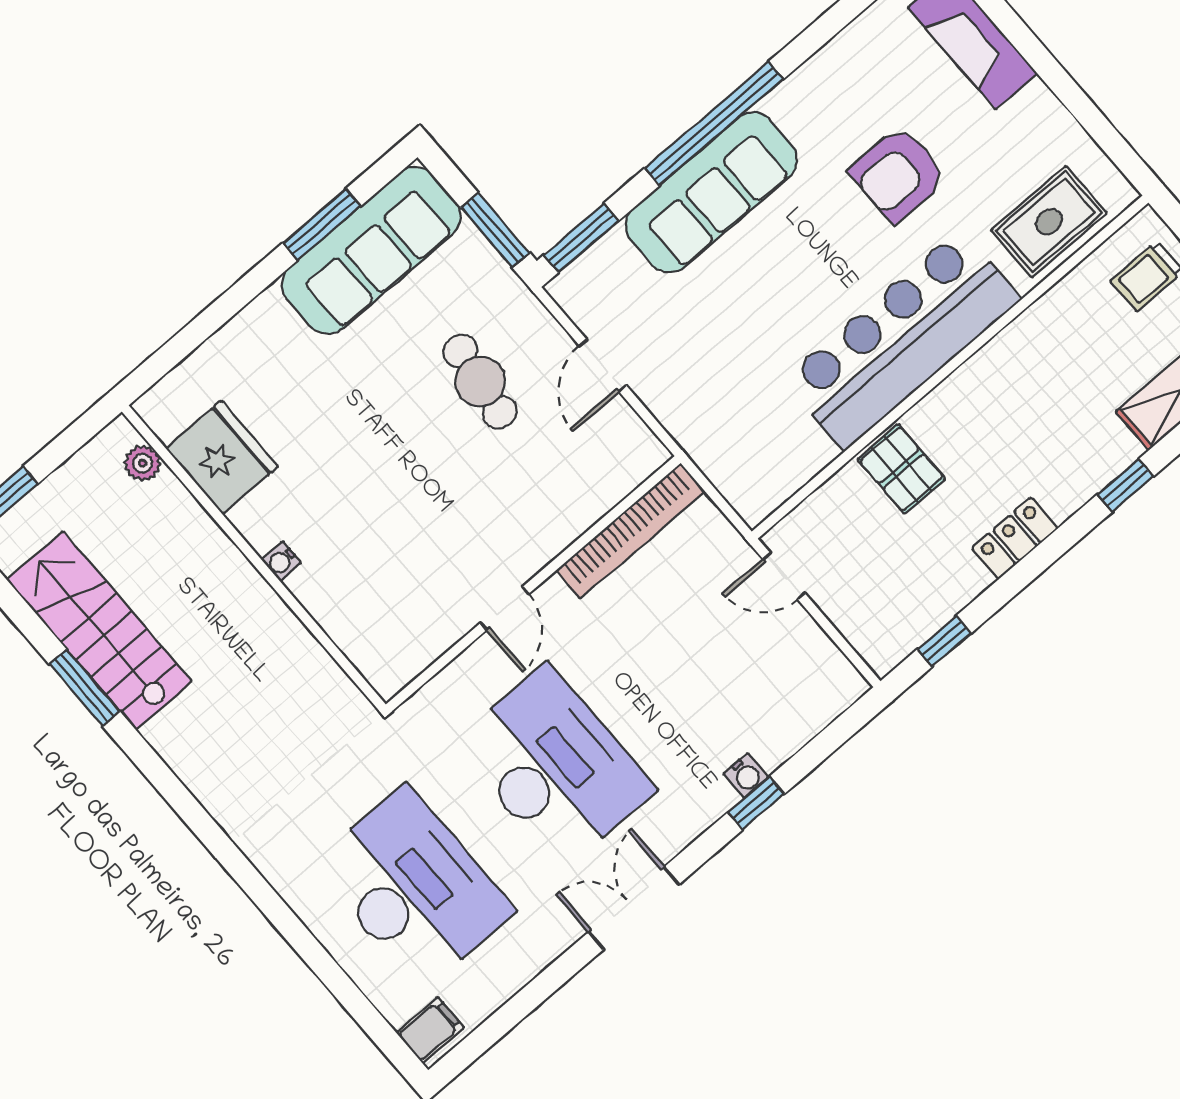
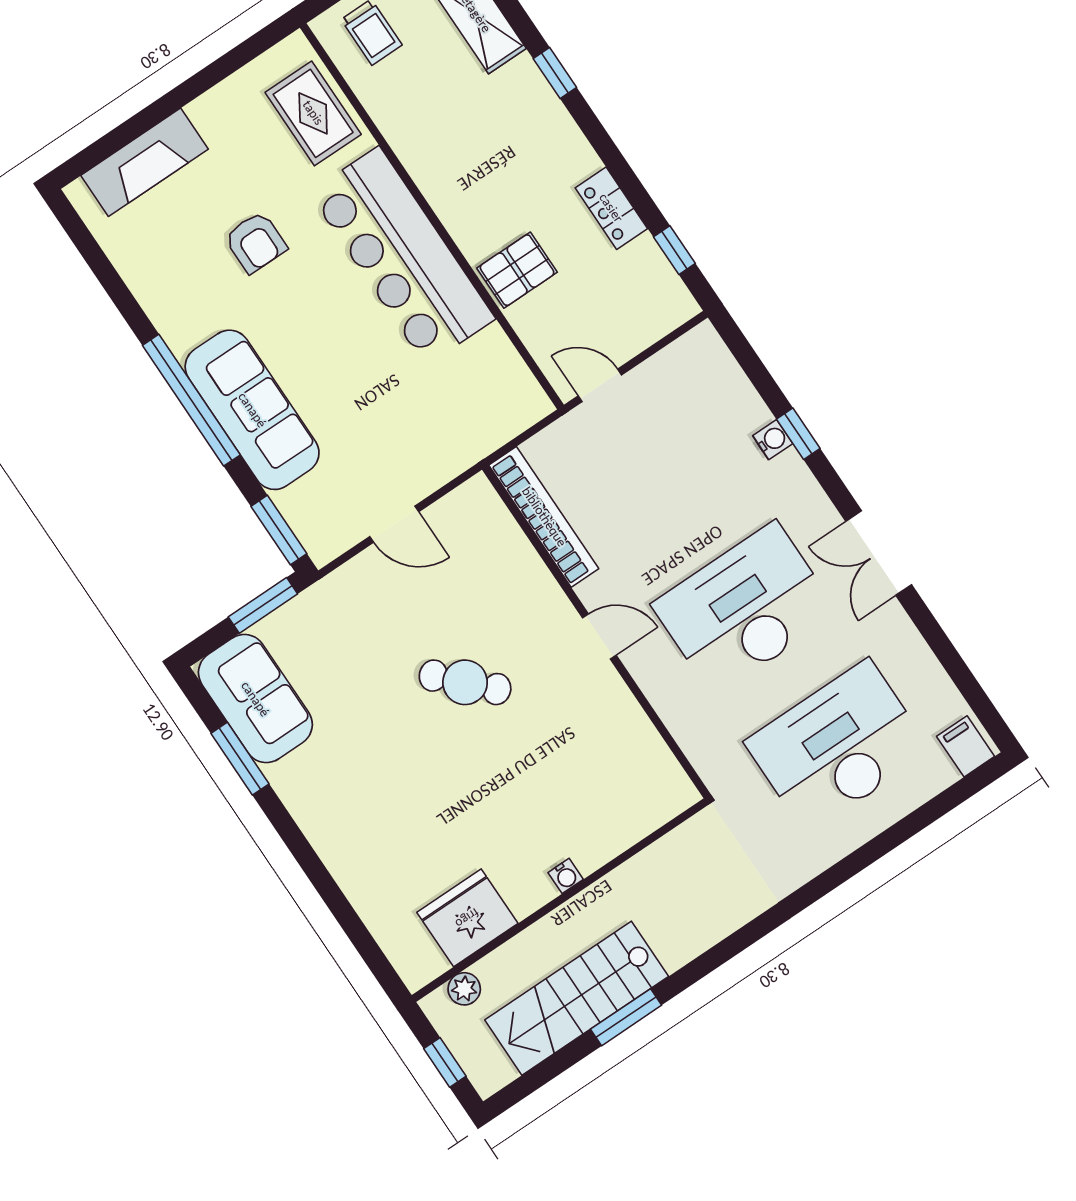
armchair: (898, 174) -> (255, 242), width x0.72, depth x0.72
sofa: (371, 250) -> (255, 699), width x0.73
cafe table: (480, 382) -> (465, 682), moved, turned 38
fridge: (222, 457) -> (467, 918), moved
plant: (143, 463) -> (464, 989), moved
locker: (1015, 538) -> (611, 208), moved
wall: (254, 558) -> (560, 900), moved
water cooler: (281, 561) -> (566, 876), moved
door: (784, 576) -> (600, 385), swing flipped

